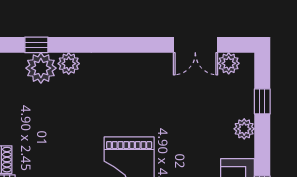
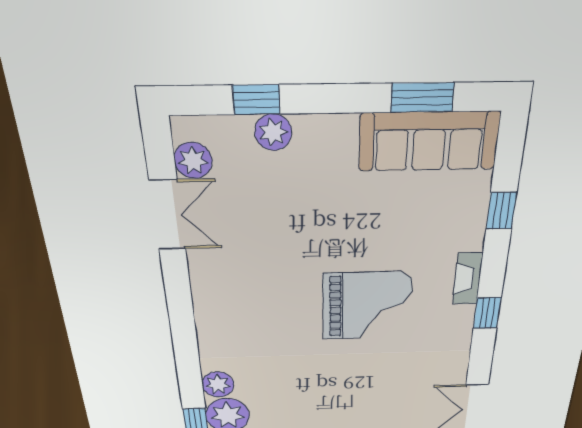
plant: (244, 129) -> (273, 132), moved

